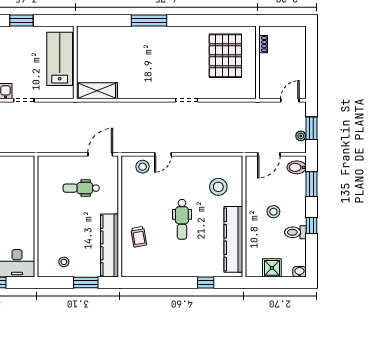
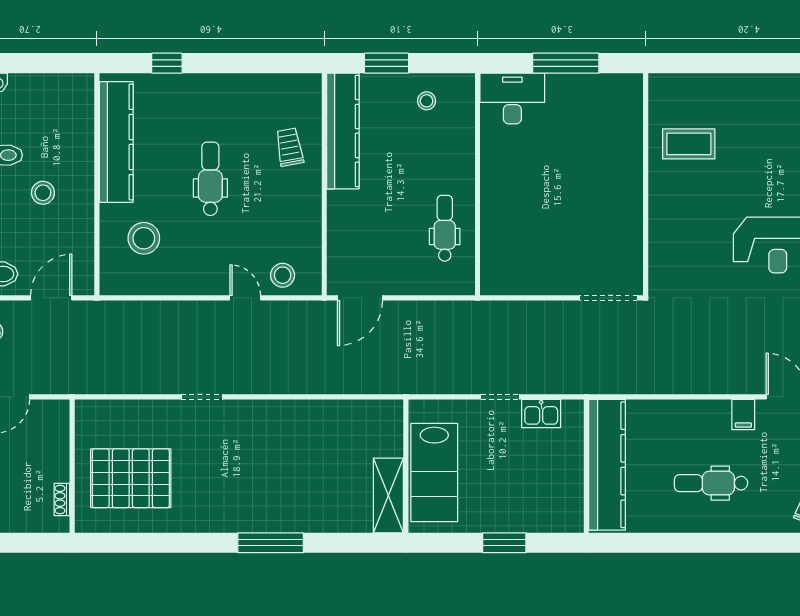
pallet: (225, 56) -> (131, 478), turned 90
shelving: (97, 91) -> (388, 495), moved, turned 90
door: (163, 154) -> (245, 298), hinge flipped
dental chair: (81, 188) -> (445, 228), moved, turned -90
shower: (272, 268) -> (46, 90), removed

